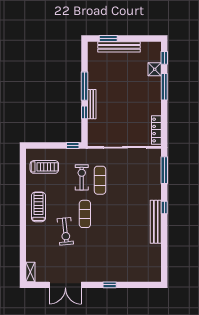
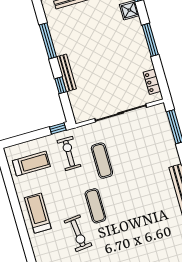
window: (85, 86) -> (48, 41), moved
window: (164, 87) -> (150, 40), moved
locker: (156, 130) -> (152, 82), width x0.66
exercise bike: (82, 177) -> (69, 153), moved

